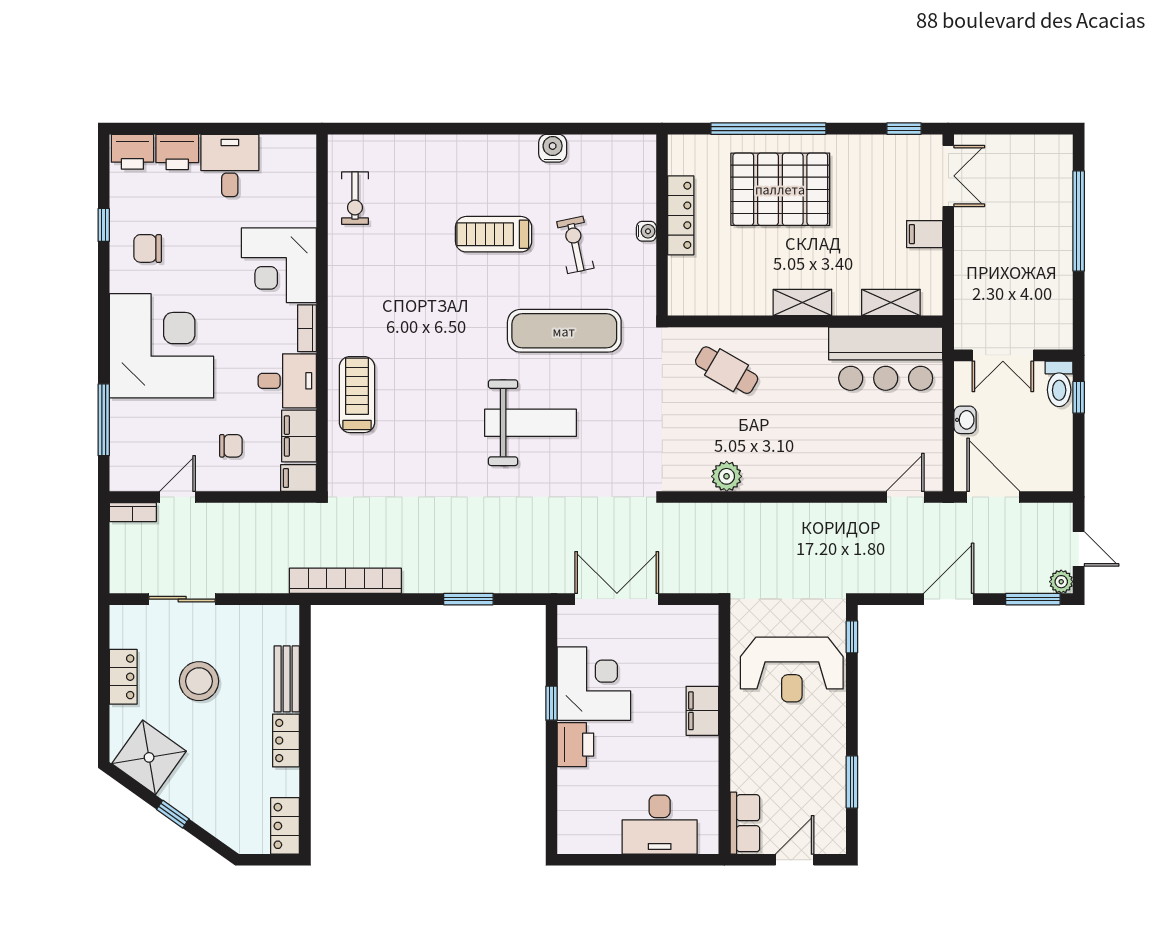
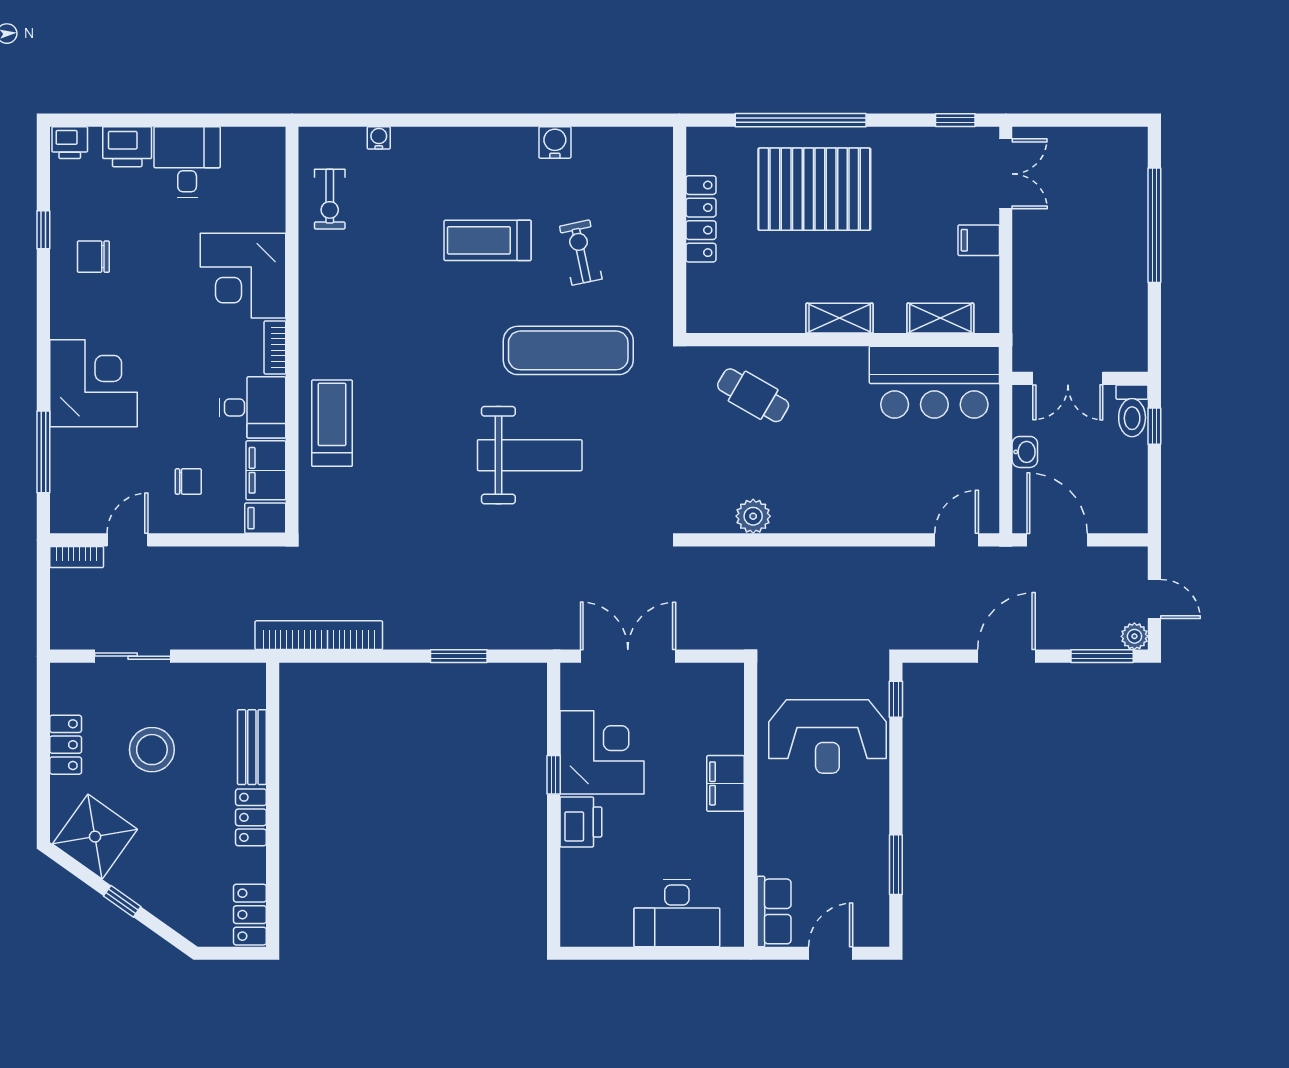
printer: (132, 152) -> (70, 143), width x0.73, depth x0.81
water cooler: (646, 231) -> (379, 138), moved, turned -90
corner desk: (162, 346) -> (93, 383), width x0.74, depth x0.74

